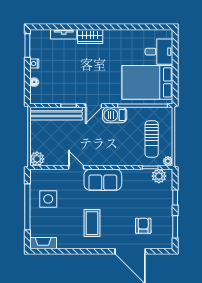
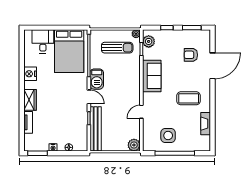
nightstand: (121, 37) -> (30, 74), added
sofa: (103, 180) -> (152, 76), moved
fireplace: (43, 243) -> (206, 124), moved

